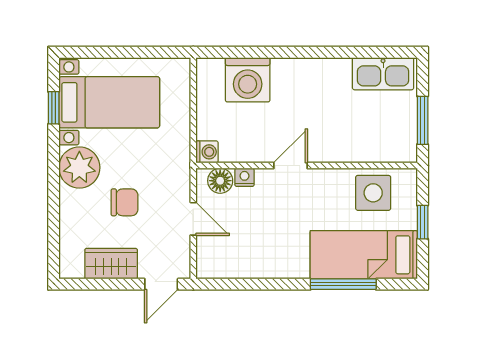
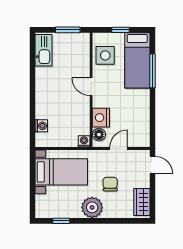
washing machine: (248, 80) -> (41, 126), width x0.53, depth x0.53
bed with nightstands: (109, 102) -> (61, 172), moved, turned 90
door: (290, 166) -> (91, 87), moved
nightstand: (244, 177) -> (101, 118), width x1.89, depth x1.79
wardrobe: (111, 264) -> (142, 202), moved

